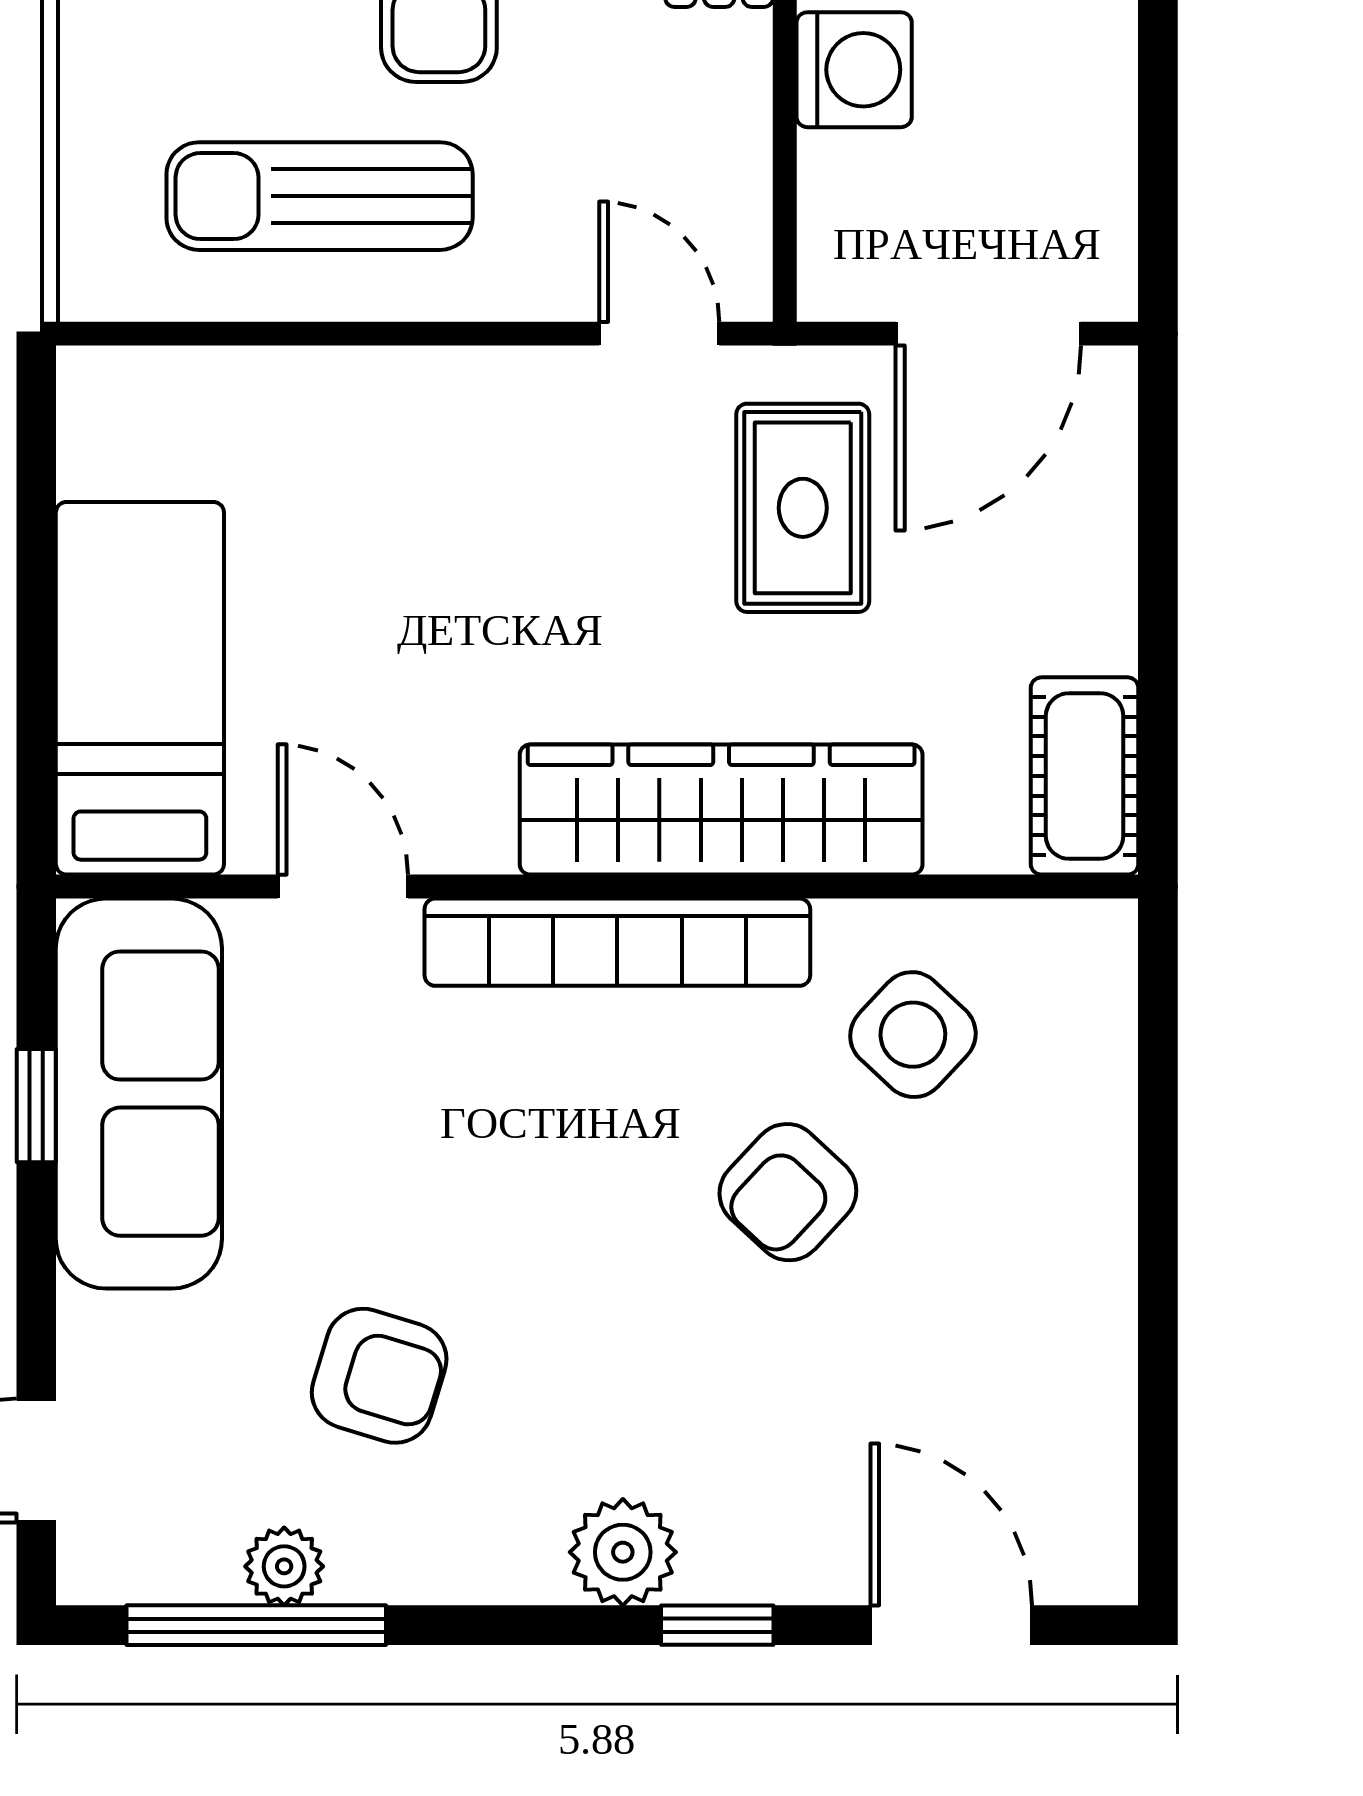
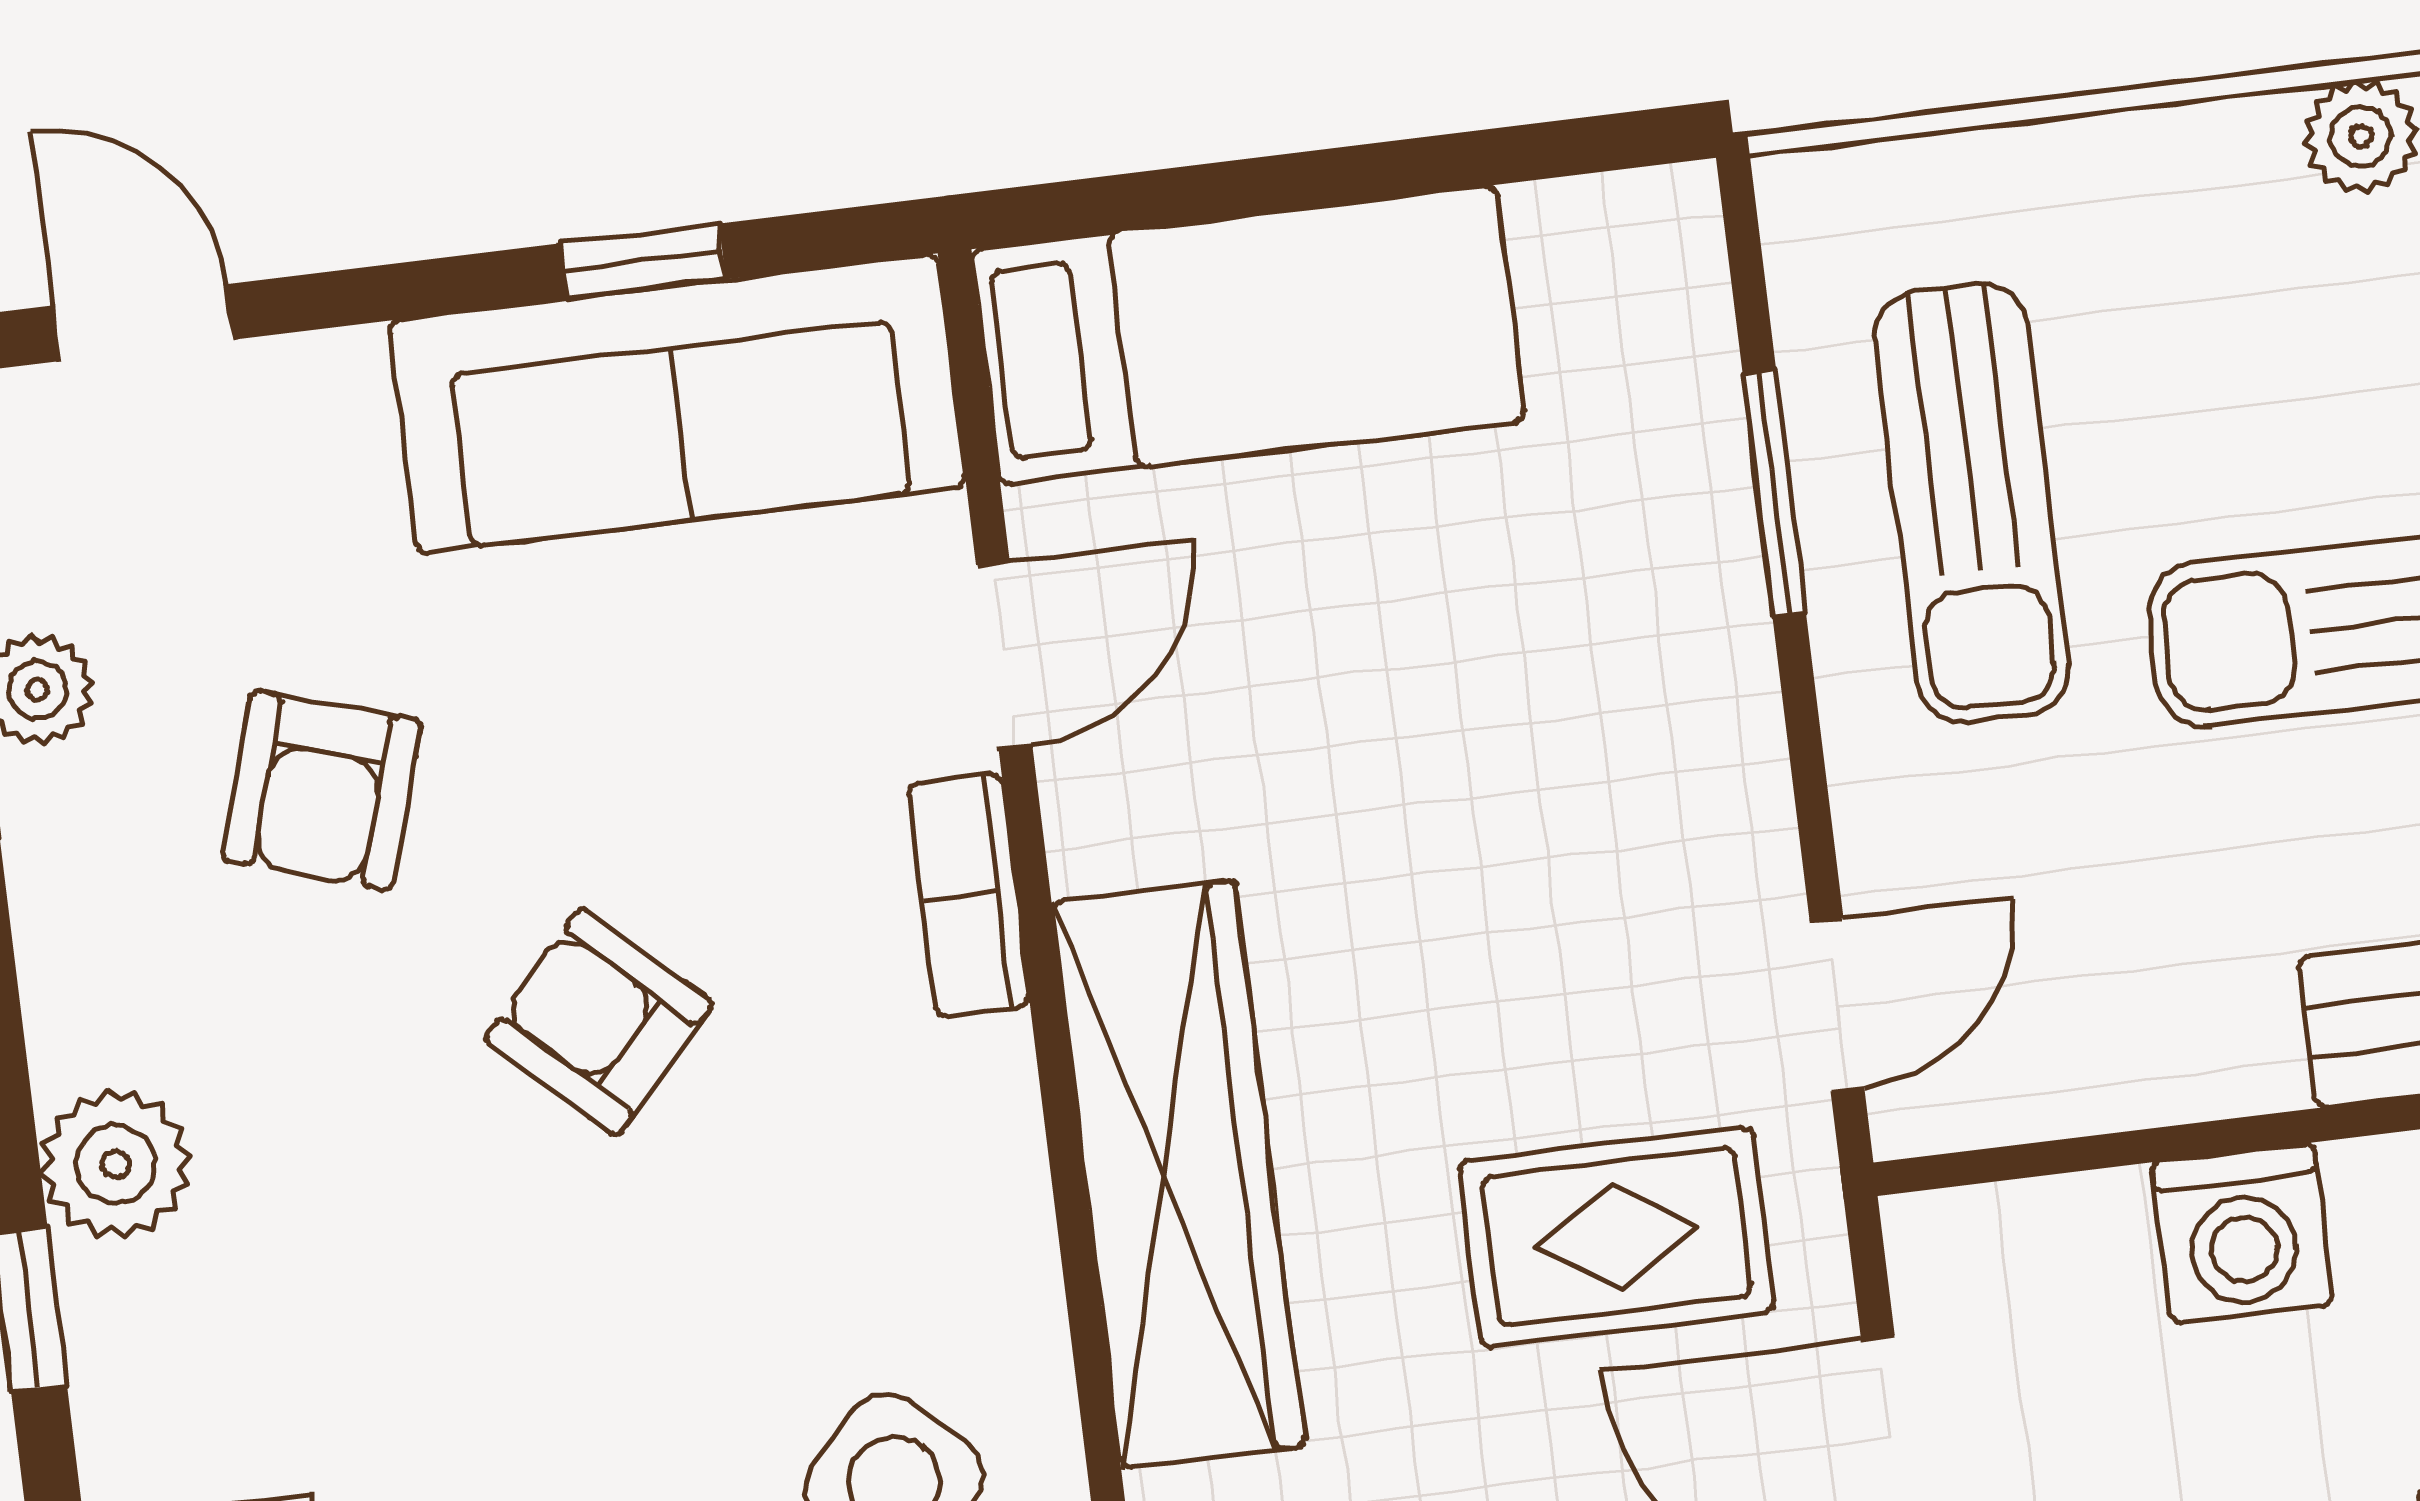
sun lounger: (320, 196) -> (1972, 503), turned 180
window: (296, 334) -> (1774, 494), added
bookcase: (617, 942) -> (969, 895), width x0.43, depth x0.76
armchair: (788, 1192) -> (599, 1022), moved

